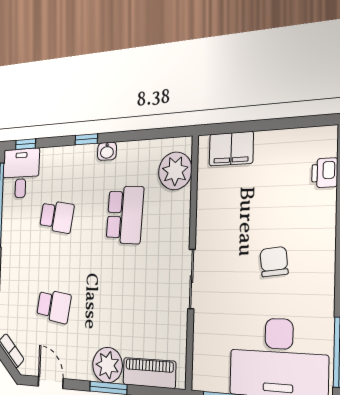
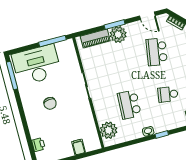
filing cabinet: (231, 149) -> (78, 147), width x0.50
school desk: (54, 306) -> (157, 52), width x1.85

